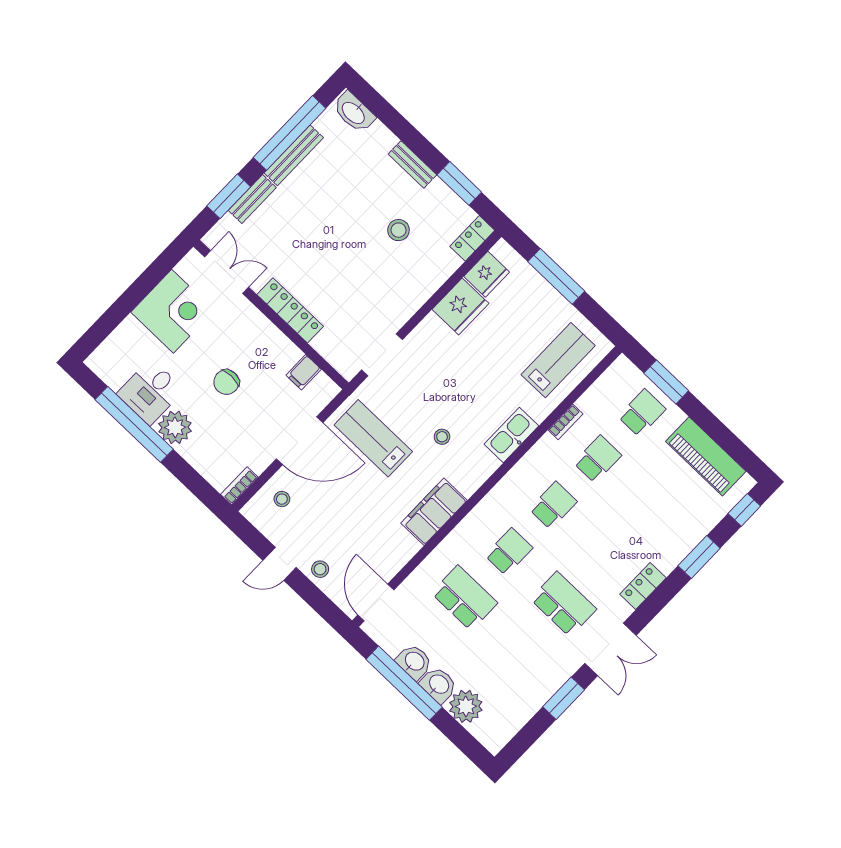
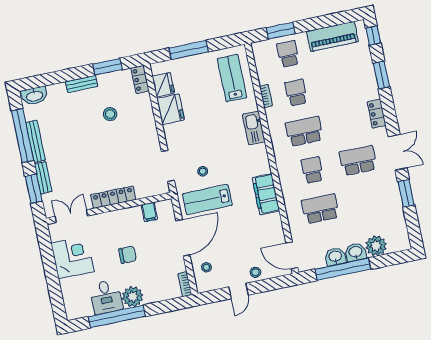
chair: (226, 382) -> (127, 255), turned -90
stool: (442, 437) -> (203, 171), moved
school desk: (553, 505) -> (304, 131), width x1.85

